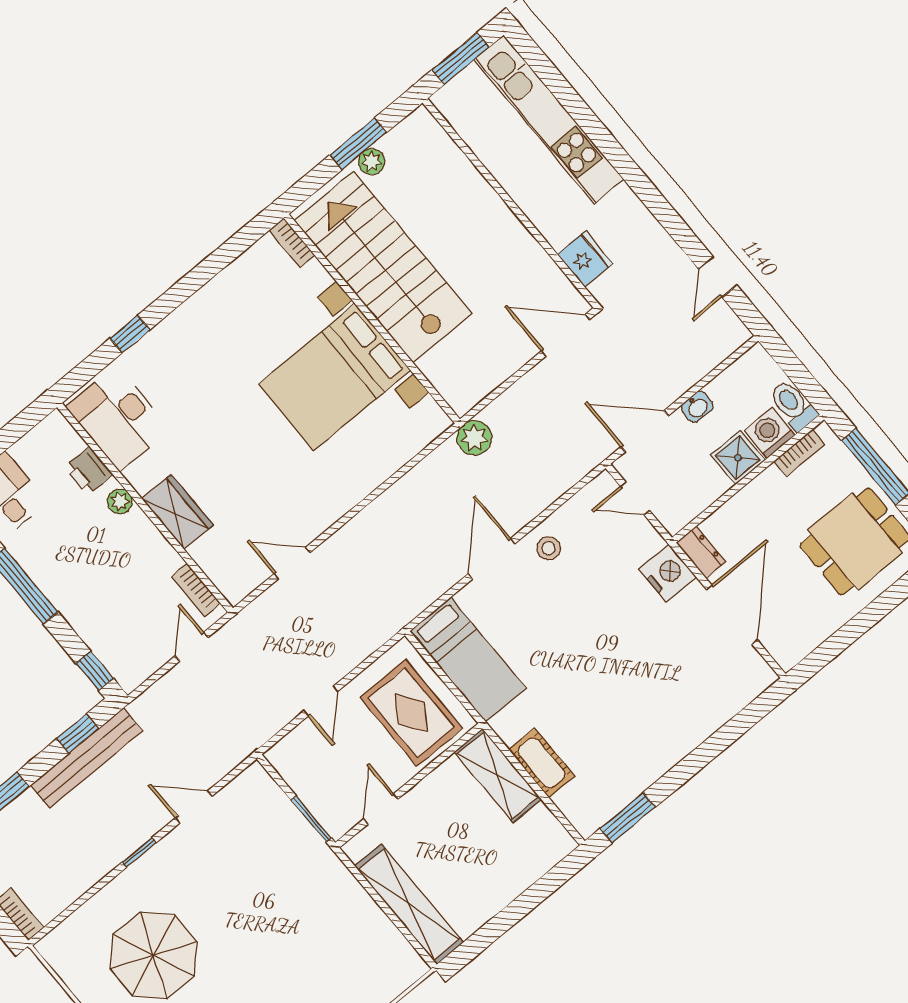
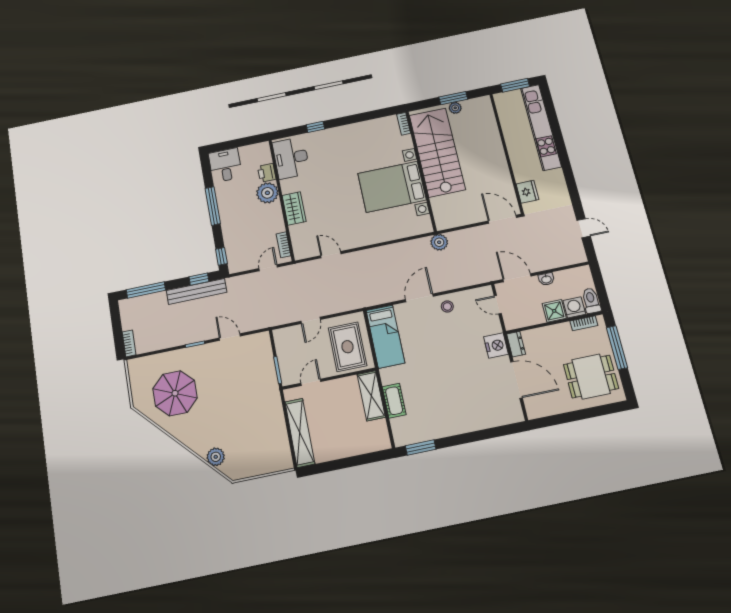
door: (718, 277) -> (584, 228), swing flipped
plant: (120, 501) -> (267, 193), width x1.87, depth x1.87
door: (732, 615) -> (516, 380), hinge flipped

